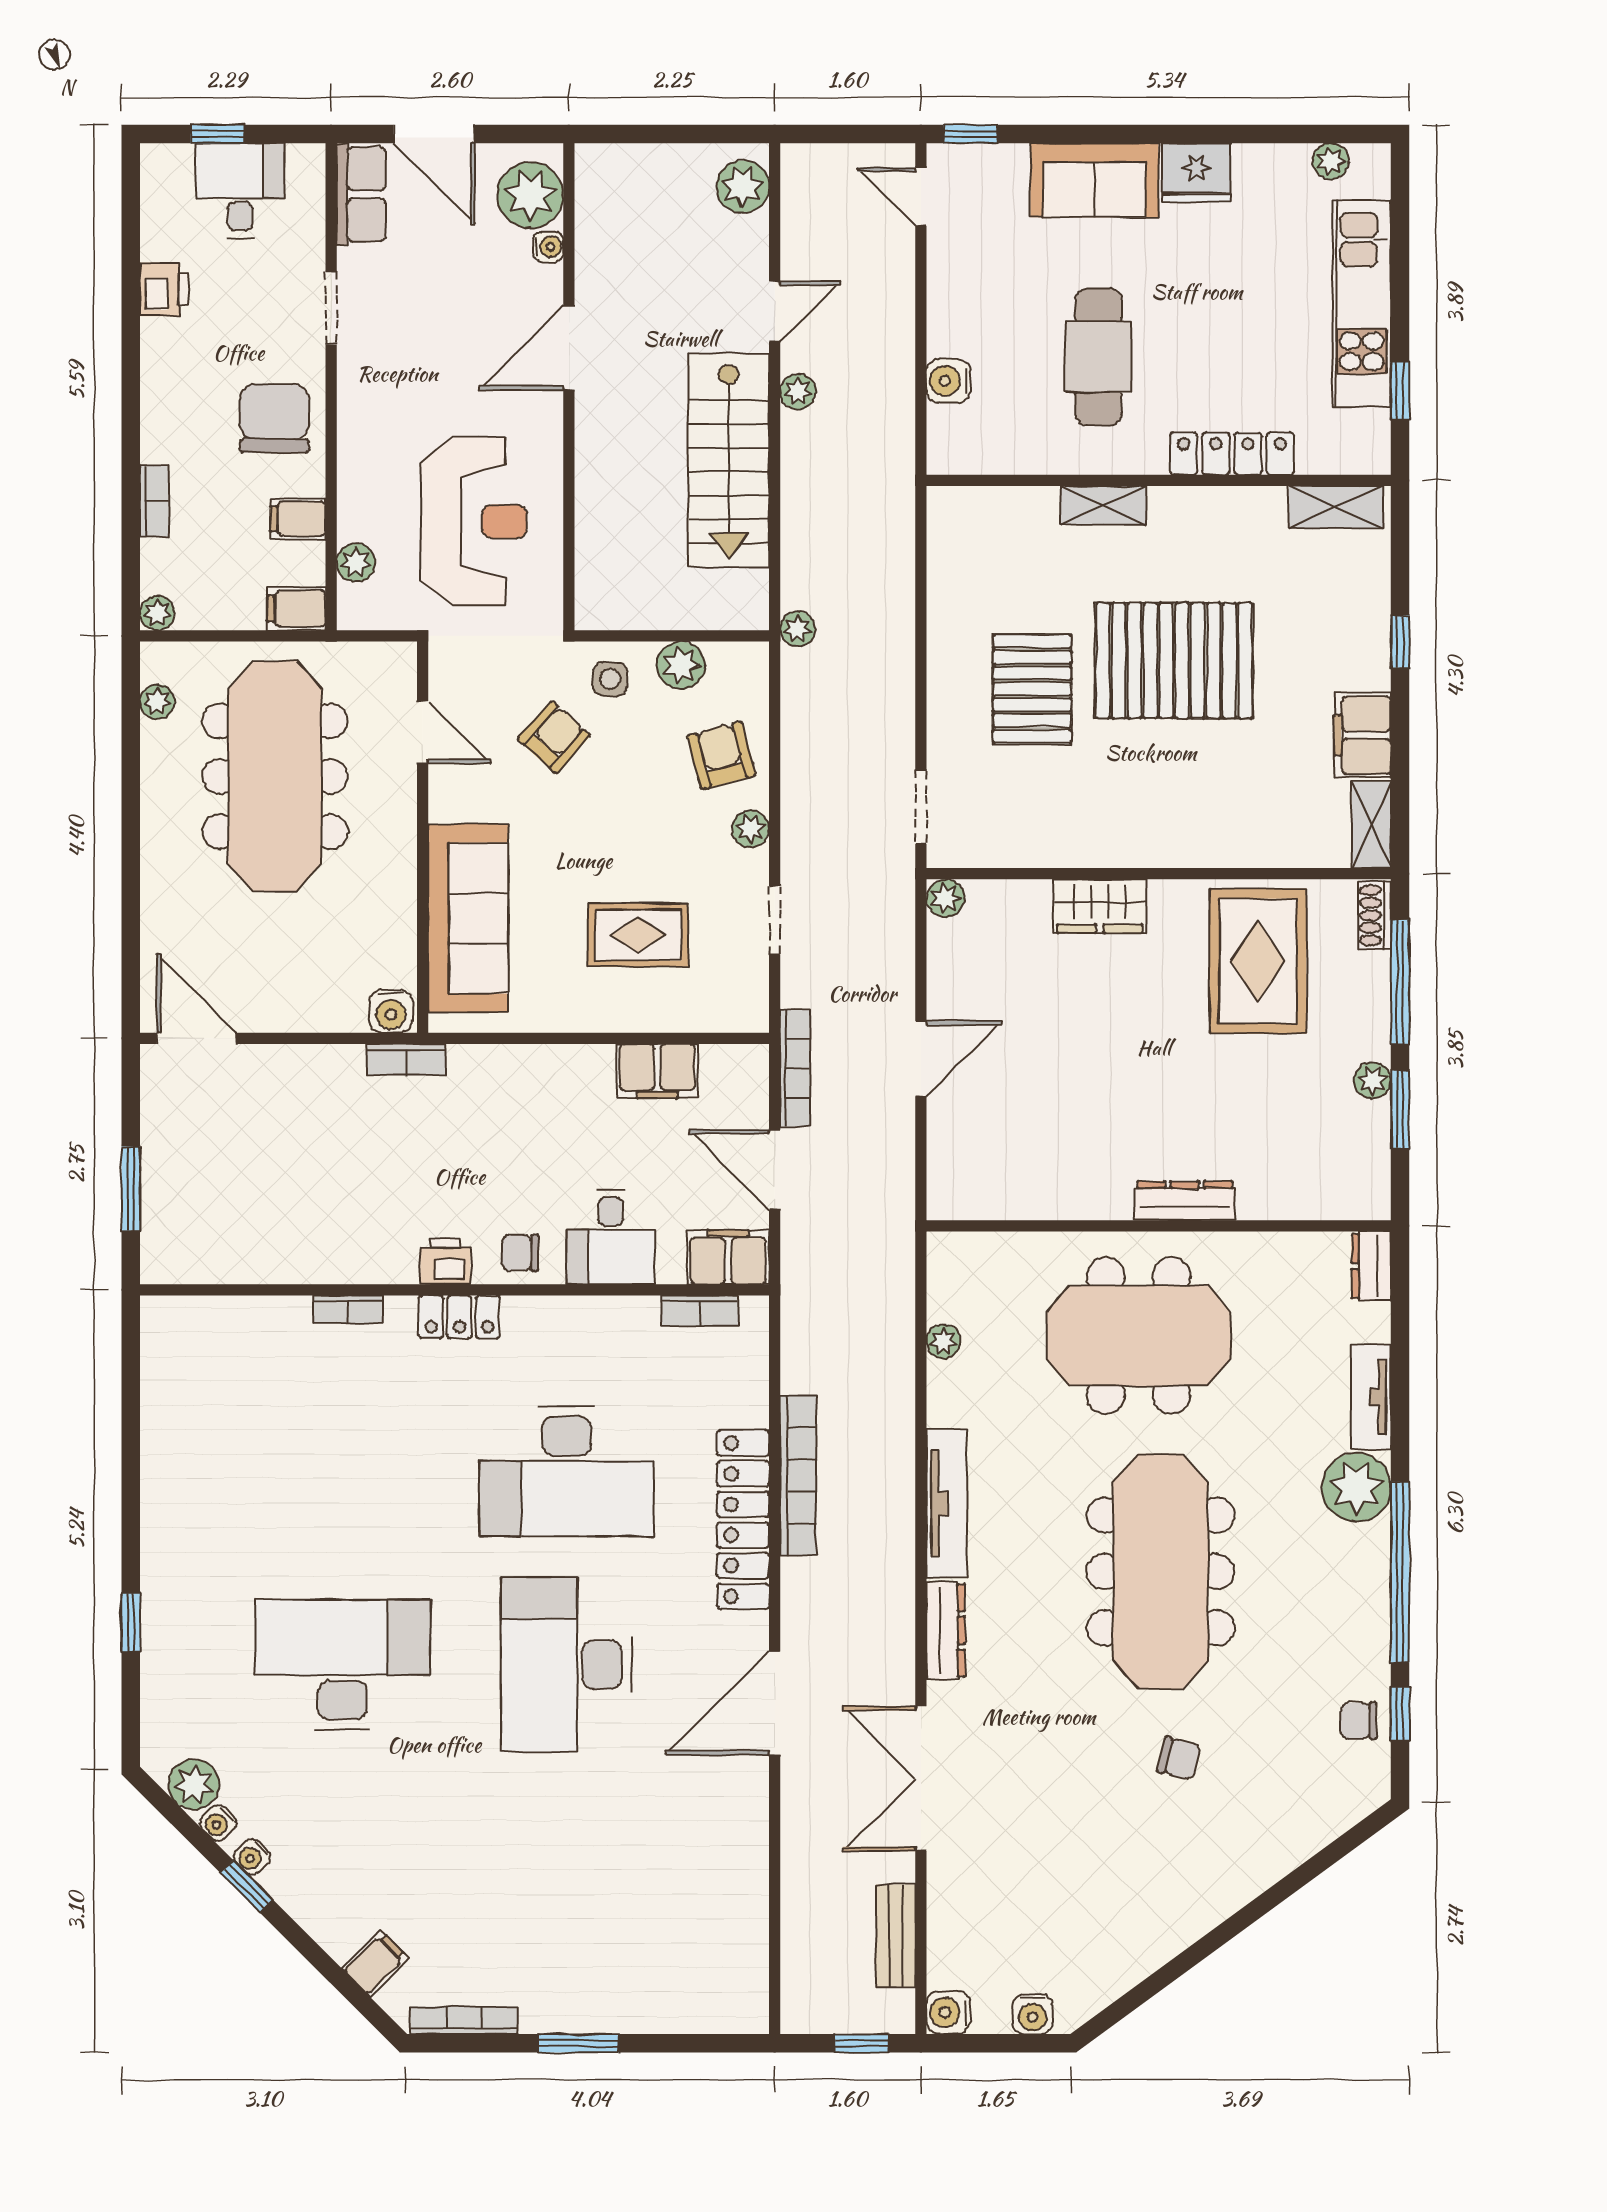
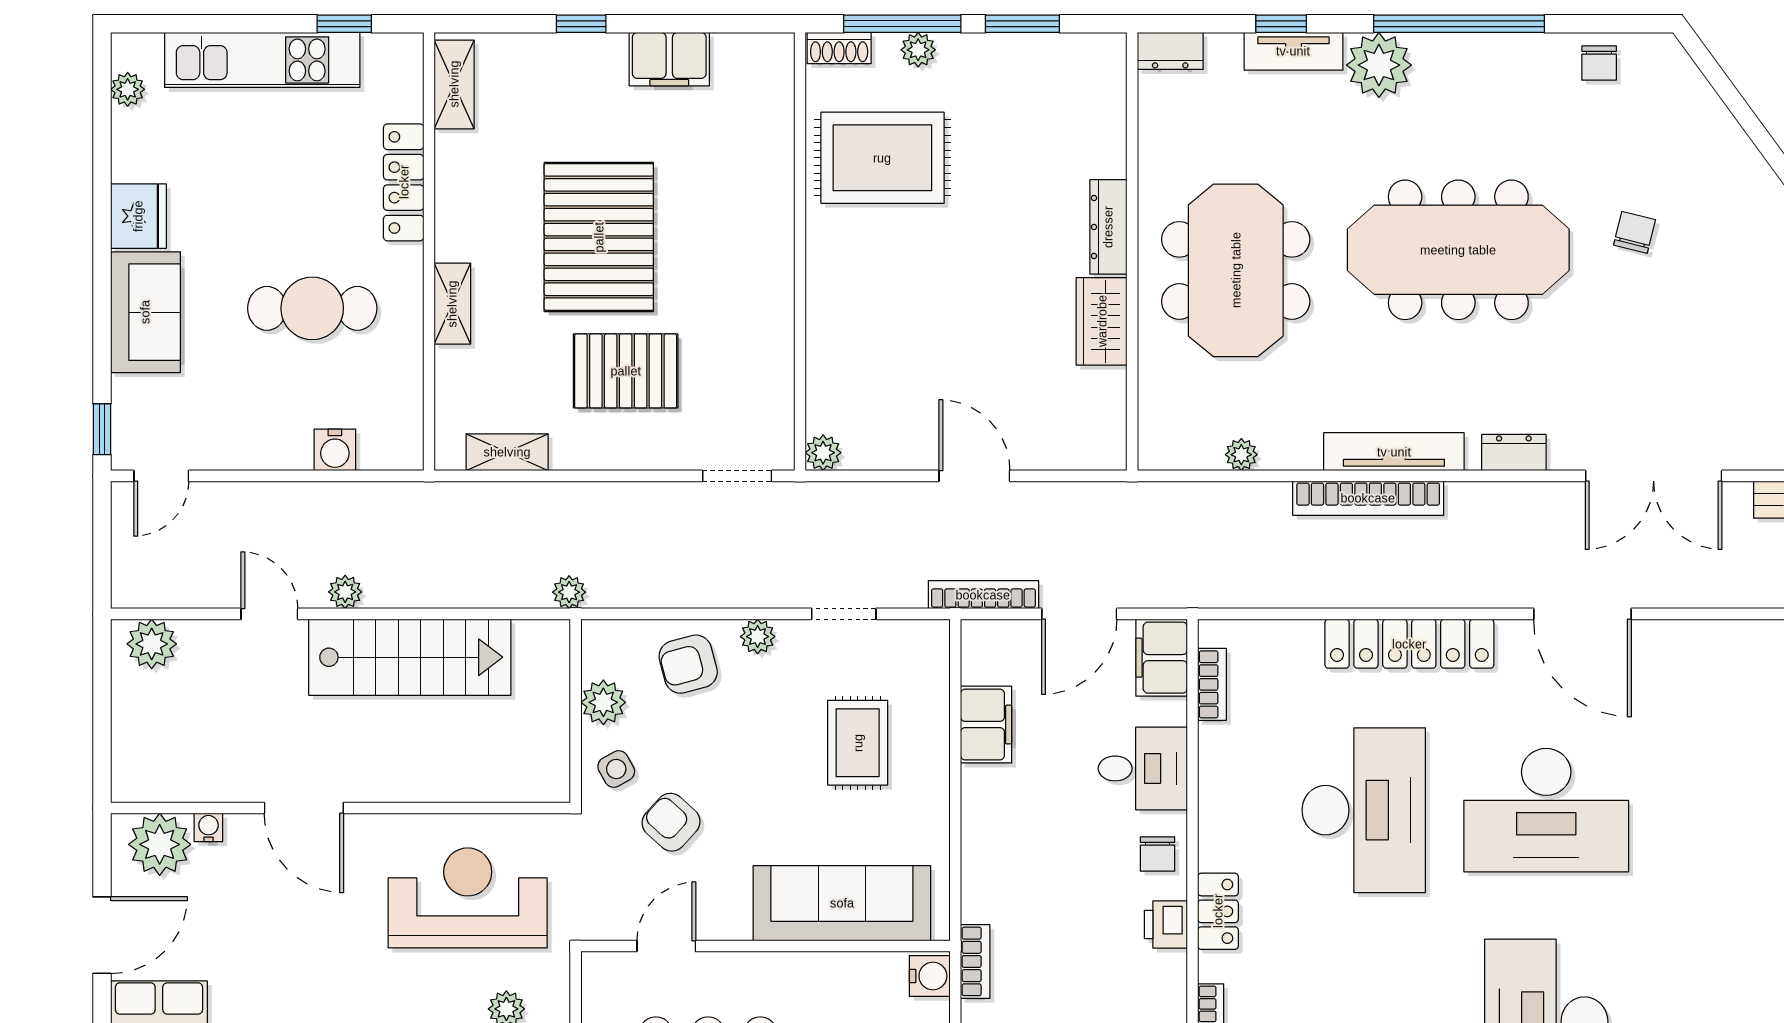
side table: (610, 679) -> (616, 769), turned -31
shelving: (1371, 825) -> (507, 452), moved
wardrobe: (1100, 906) -> (1102, 321), moved, turned 180
plant: (1373, 1080) -> (918, 50), moved
bookcase: (798, 1475) -> (1368, 498), moved, turned 180
dresser: (946, 1630) -> (1514, 453), width x0.70
window: (1400, 1714) -> (1281, 24), moved

